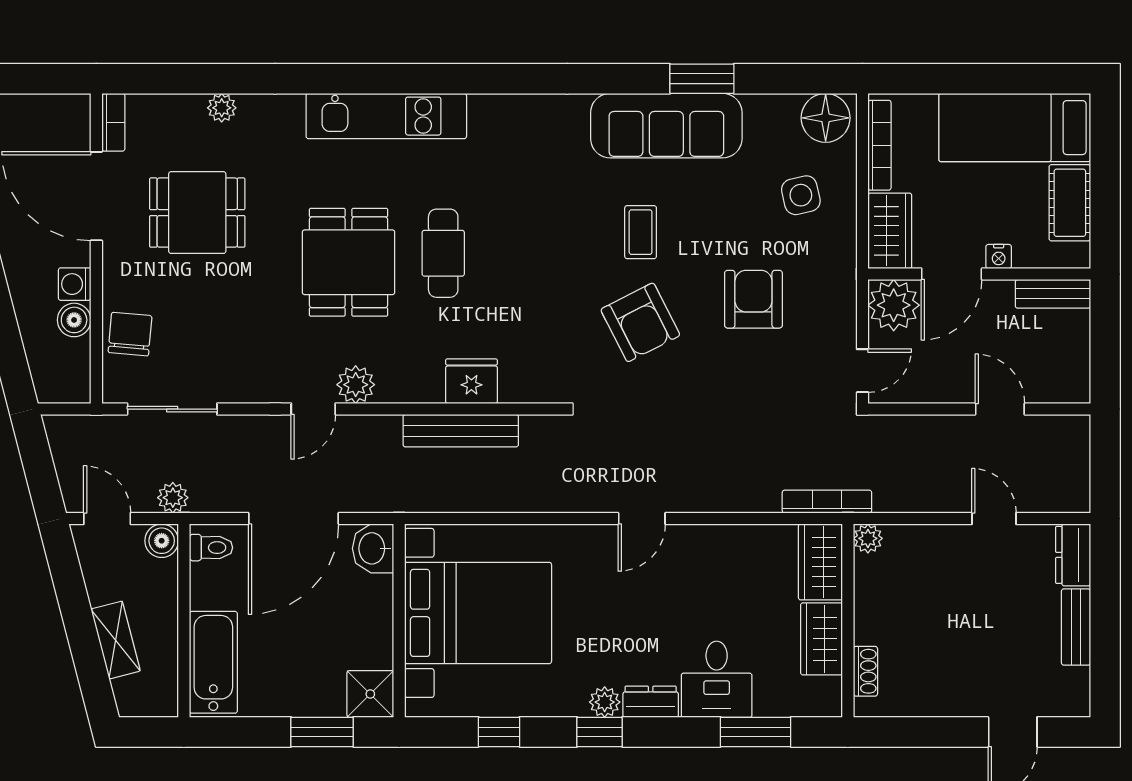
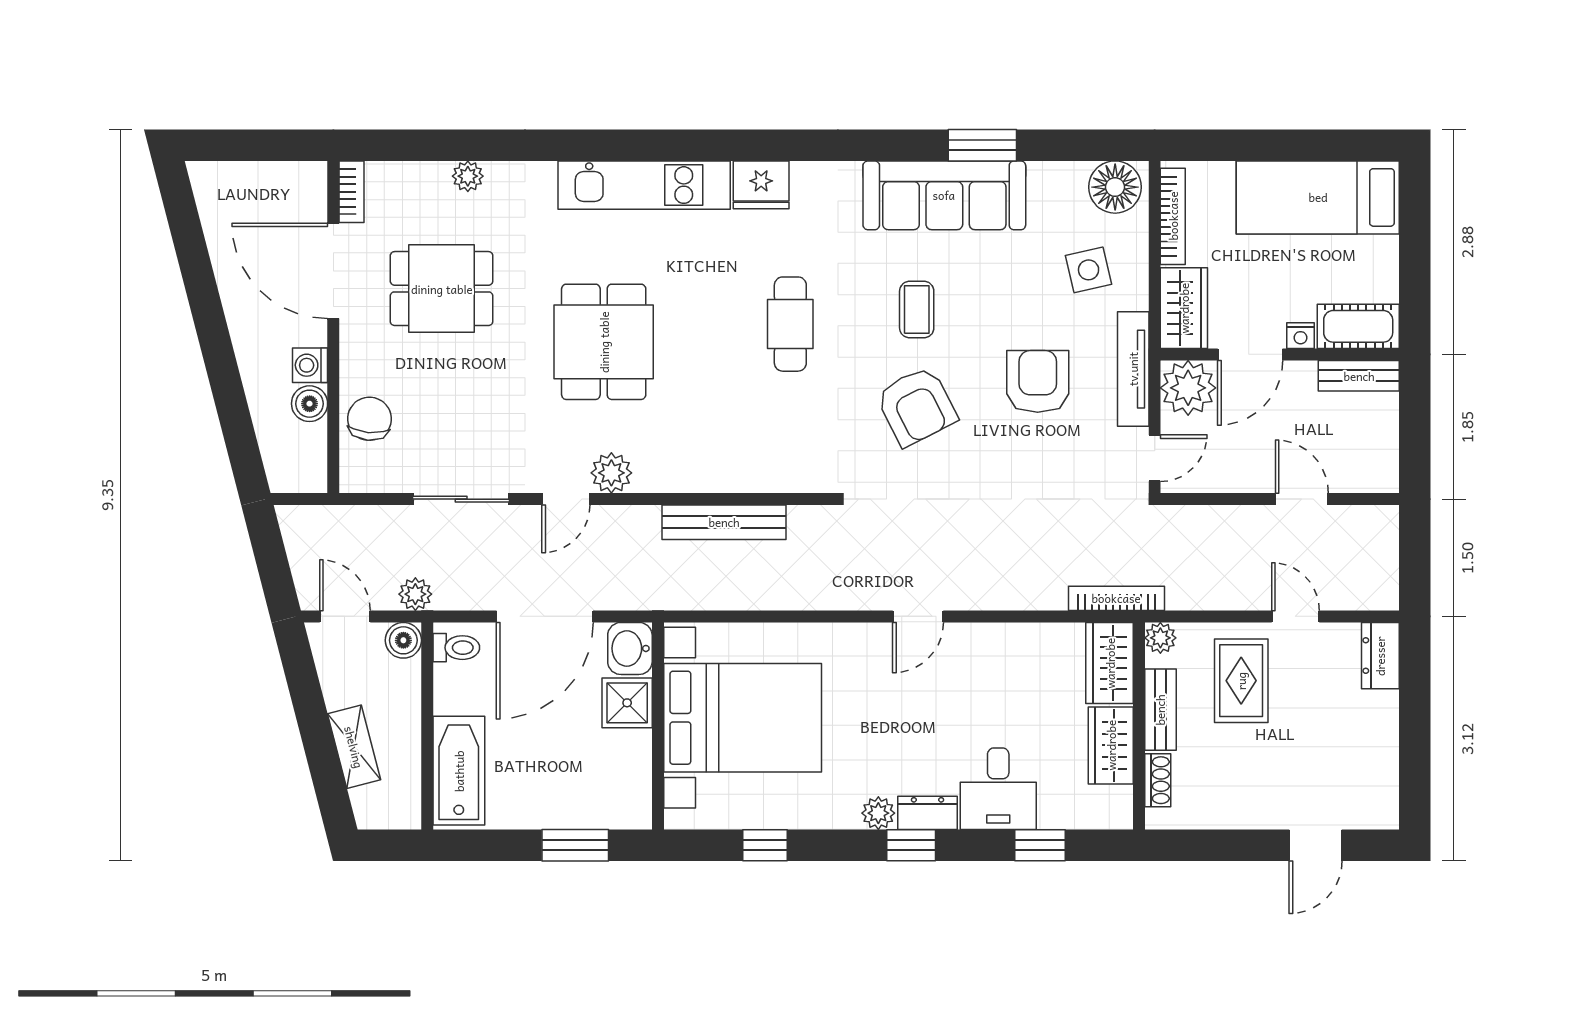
cot: (1070, 203) -> (1358, 326), moved, turned 90
cafe table: (443, 253) -> (790, 324), moved
tv unit: (843, 288) -> (1133, 369), added
fridge: (471, 381) -> (761, 185), moved, turned 180
sliding door: (172, 409) -> (461, 499), moved
rug: (943, 578) -> (1241, 681), added
bench: (1076, 627) -> (1160, 710), moved
shower: (370, 694) -> (627, 703), moved
window: (600, 732) -> (911, 845), moved
window: (756, 732) -> (1040, 845), width x0.67

